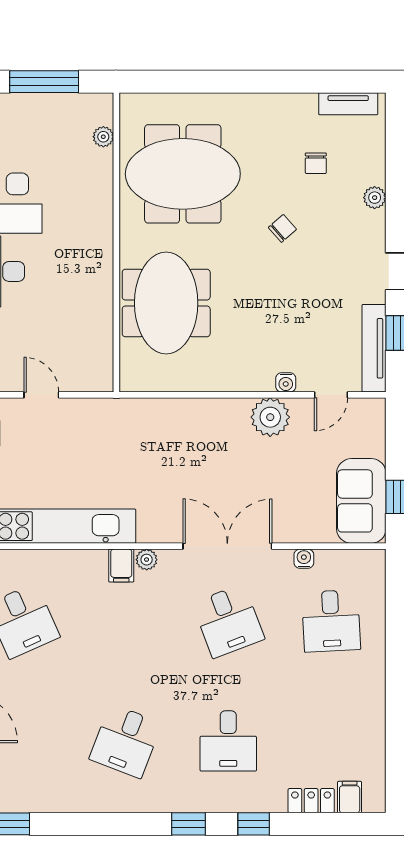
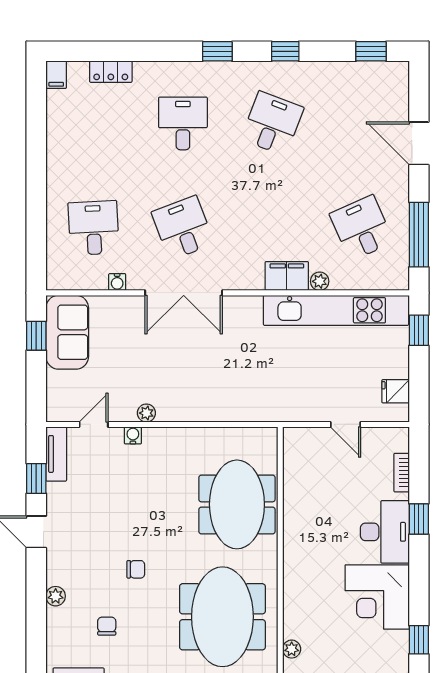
meeting table: (183, 174) -> (222, 617), turned 90
chair: (282, 228) -> (136, 569), turned -139
tv unit: (374, 348) -> (56, 454), width x0.71
plant: (270, 417) -> (146, 413), width x0.53, depth x0.53
plant: (147, 560) -> (320, 281), moved
filing cabinet: (121, 566) -> (287, 276), width x2.00
filing cabinet: (350, 797) -> (56, 75), moved
window: (254, 824) -> (285, 51), moved

